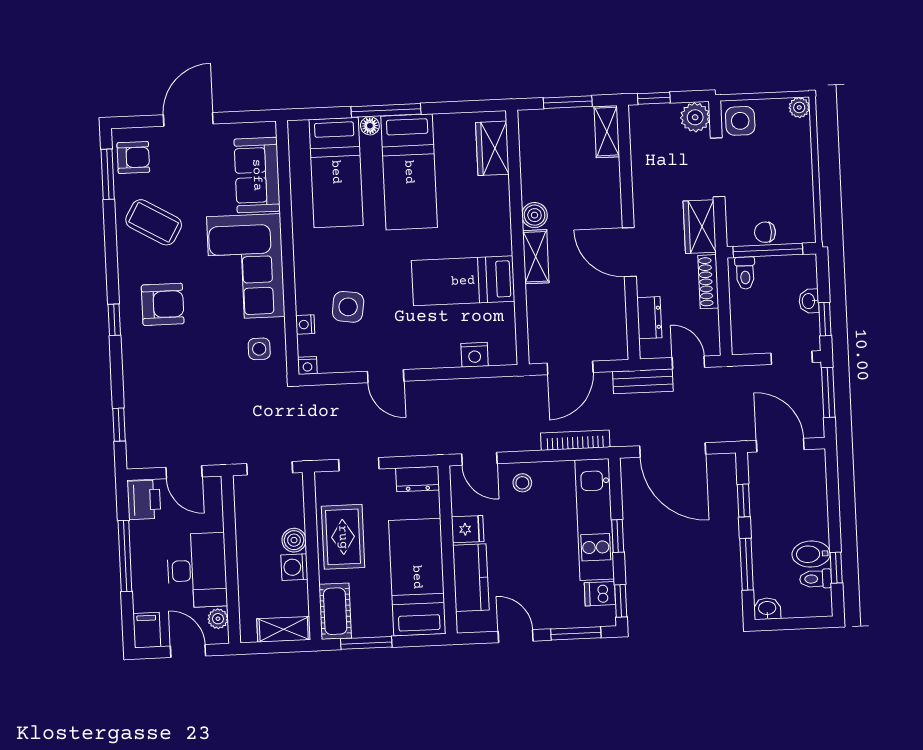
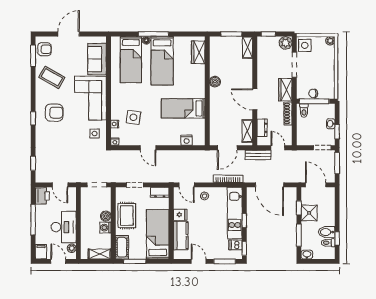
shelving: (536, 257) -> (247, 131), moved
shower: (768, 511) -> (309, 213), added

